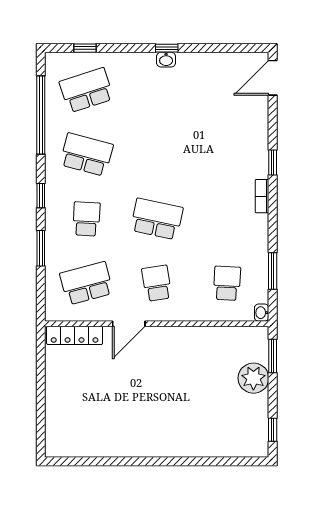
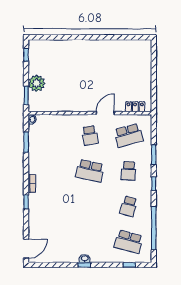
school desk: (86, 90) -> (129, 242), turned 33
school desk: (86, 155) -> (129, 206), width x0.54
school desk: (227, 283) -> (51, 135), removed
locker: (75, 335) -> (135, 107), width x0.66

